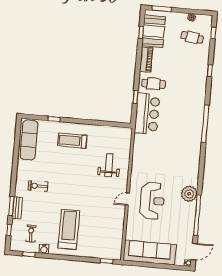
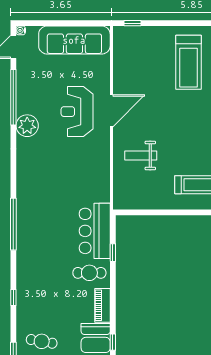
weight bench: (109, 165) -> (141, 156), turned 90
door: (127, 199) -> (111, 111), width x1.88

